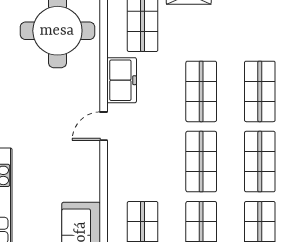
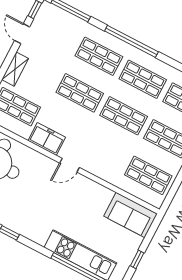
door: (104, 126) -> (70, 165), hinge flipped

